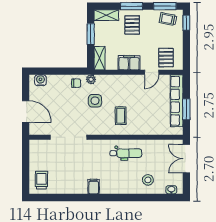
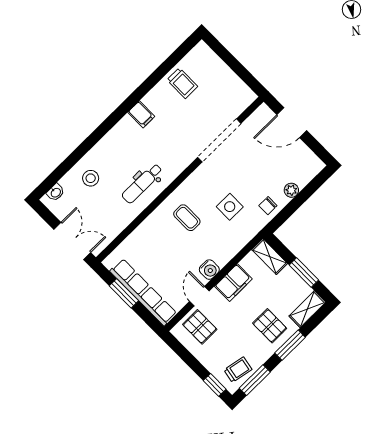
plant: (91, 79) -> (291, 190), moved
water cooler: (40, 80) -> (209, 270), moved
trolley: (42, 180) -> (182, 83), moved

